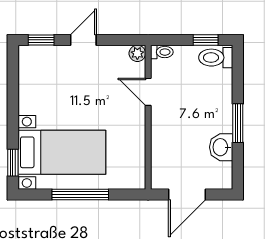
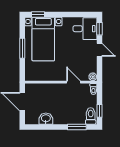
desk: (41, 69) -> (85, 29), added
door: (148, 92) -> (74, 82), hinge flipped
window: (238, 123) -> (77, 127), moved
window: (80, 194) -> (22, 48), width x0.69

